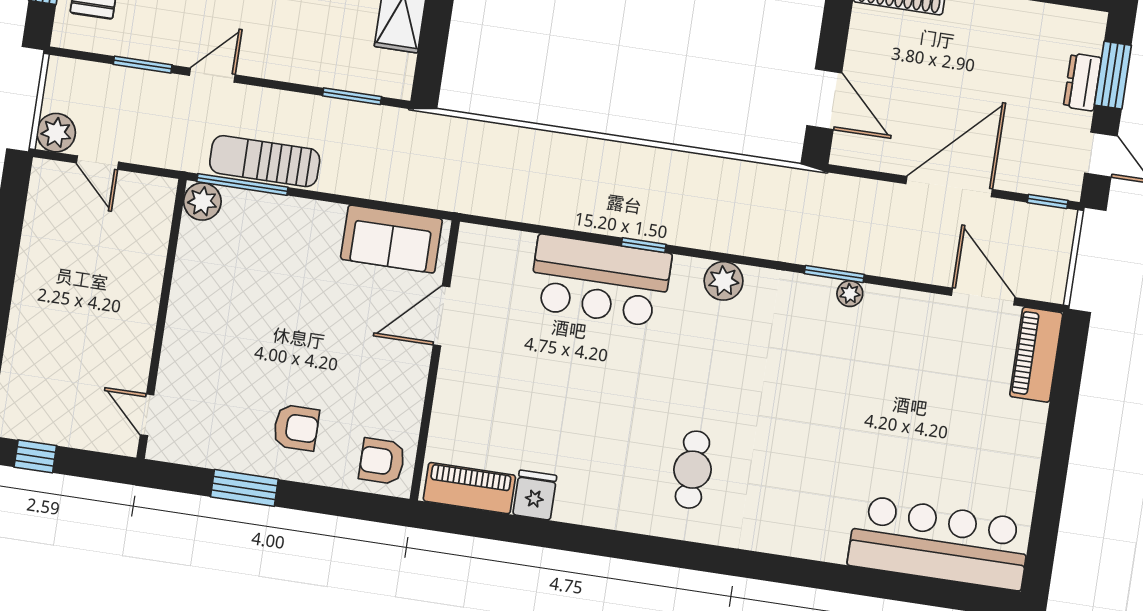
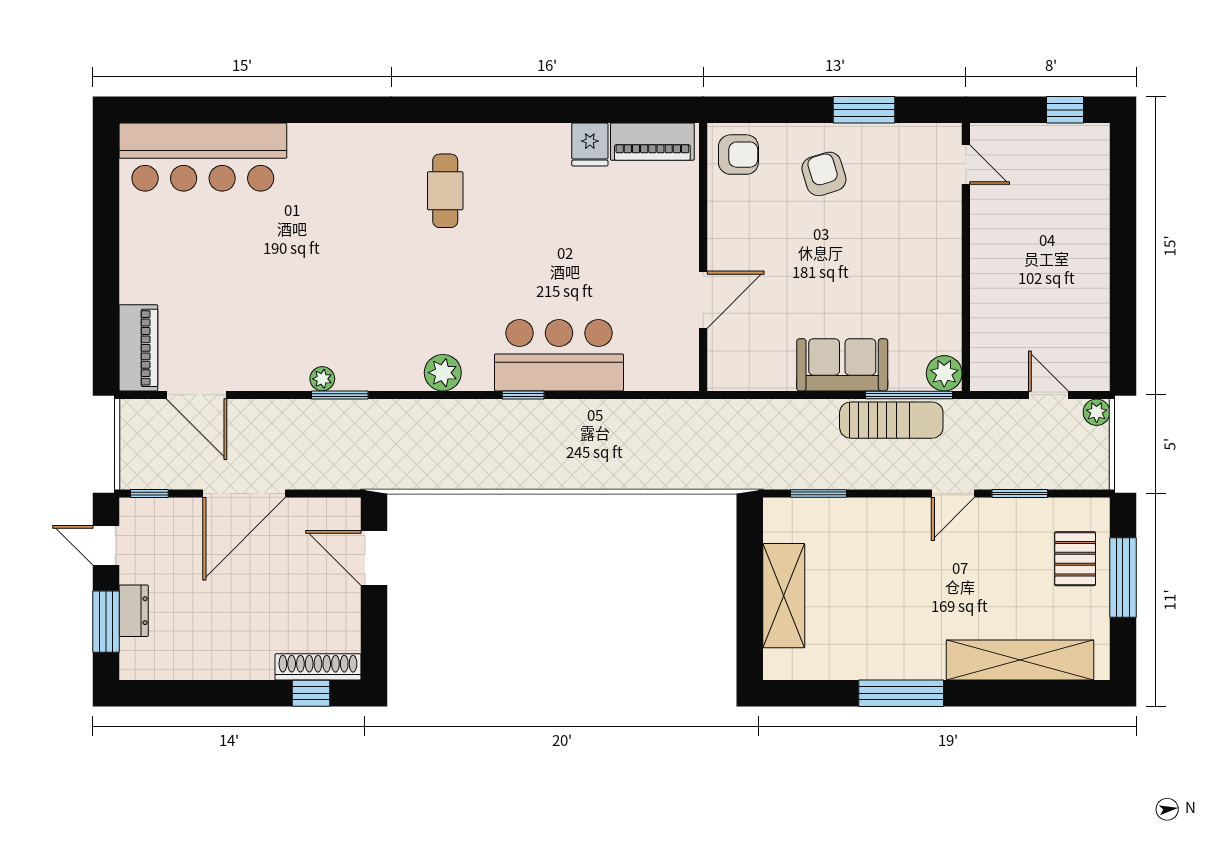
plant: (56, 133) -> (1097, 412), width x0.73, depth x0.73
sofa: (391, 239) -> (842, 365), moved
armchair: (296, 428) -> (824, 174), turned 73

